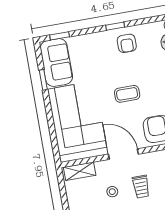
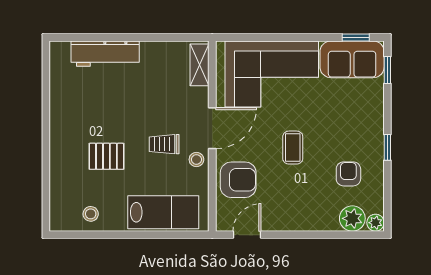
armchair: (127, 43) -> (348, 174), moved, turned 90
window: (43, 80) -> (356, 38), moved
stool: (112, 192) -> (196, 160), moved

